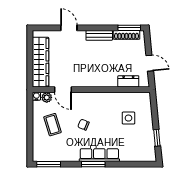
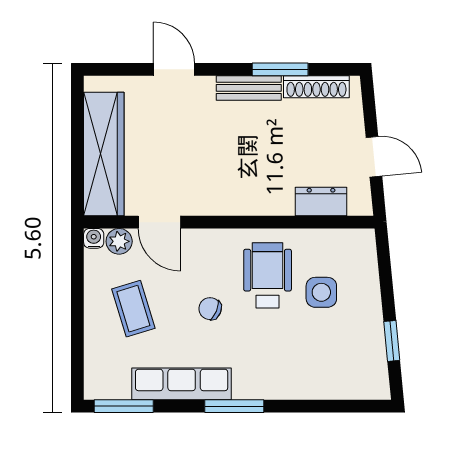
window: (129, 28) -> (280, 69), moved
wheelchair: (107, 111) -> (268, 275), added
row of seats: (99, 155) -> (182, 384), moved

